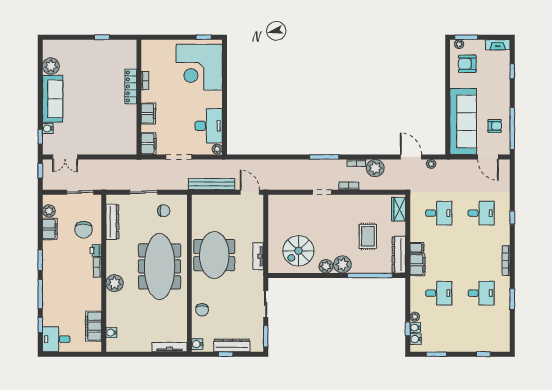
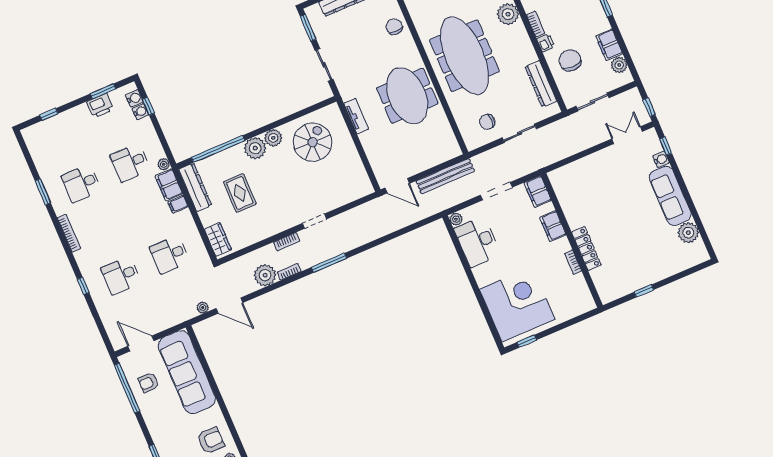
plant: (415, 317) -> (164, 164), moved
printer: (443, 344) -> (100, 106), added

